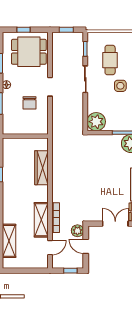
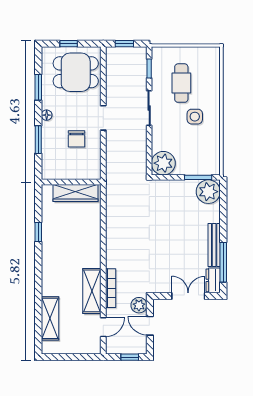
wardrobe: (42, 168) -> (76, 193), moved, turned -90

